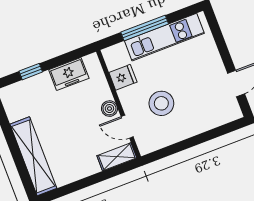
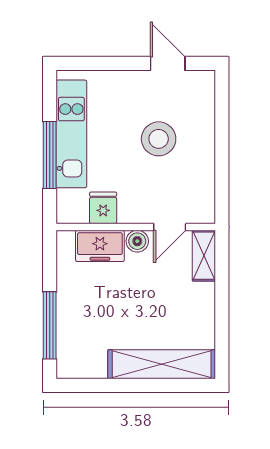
window: (31, 72) -> (50, 325), width x2.17
freezer: (69, 74) -> (100, 246), moved, turned 90
stool: (161, 103) -> (159, 139), moved

